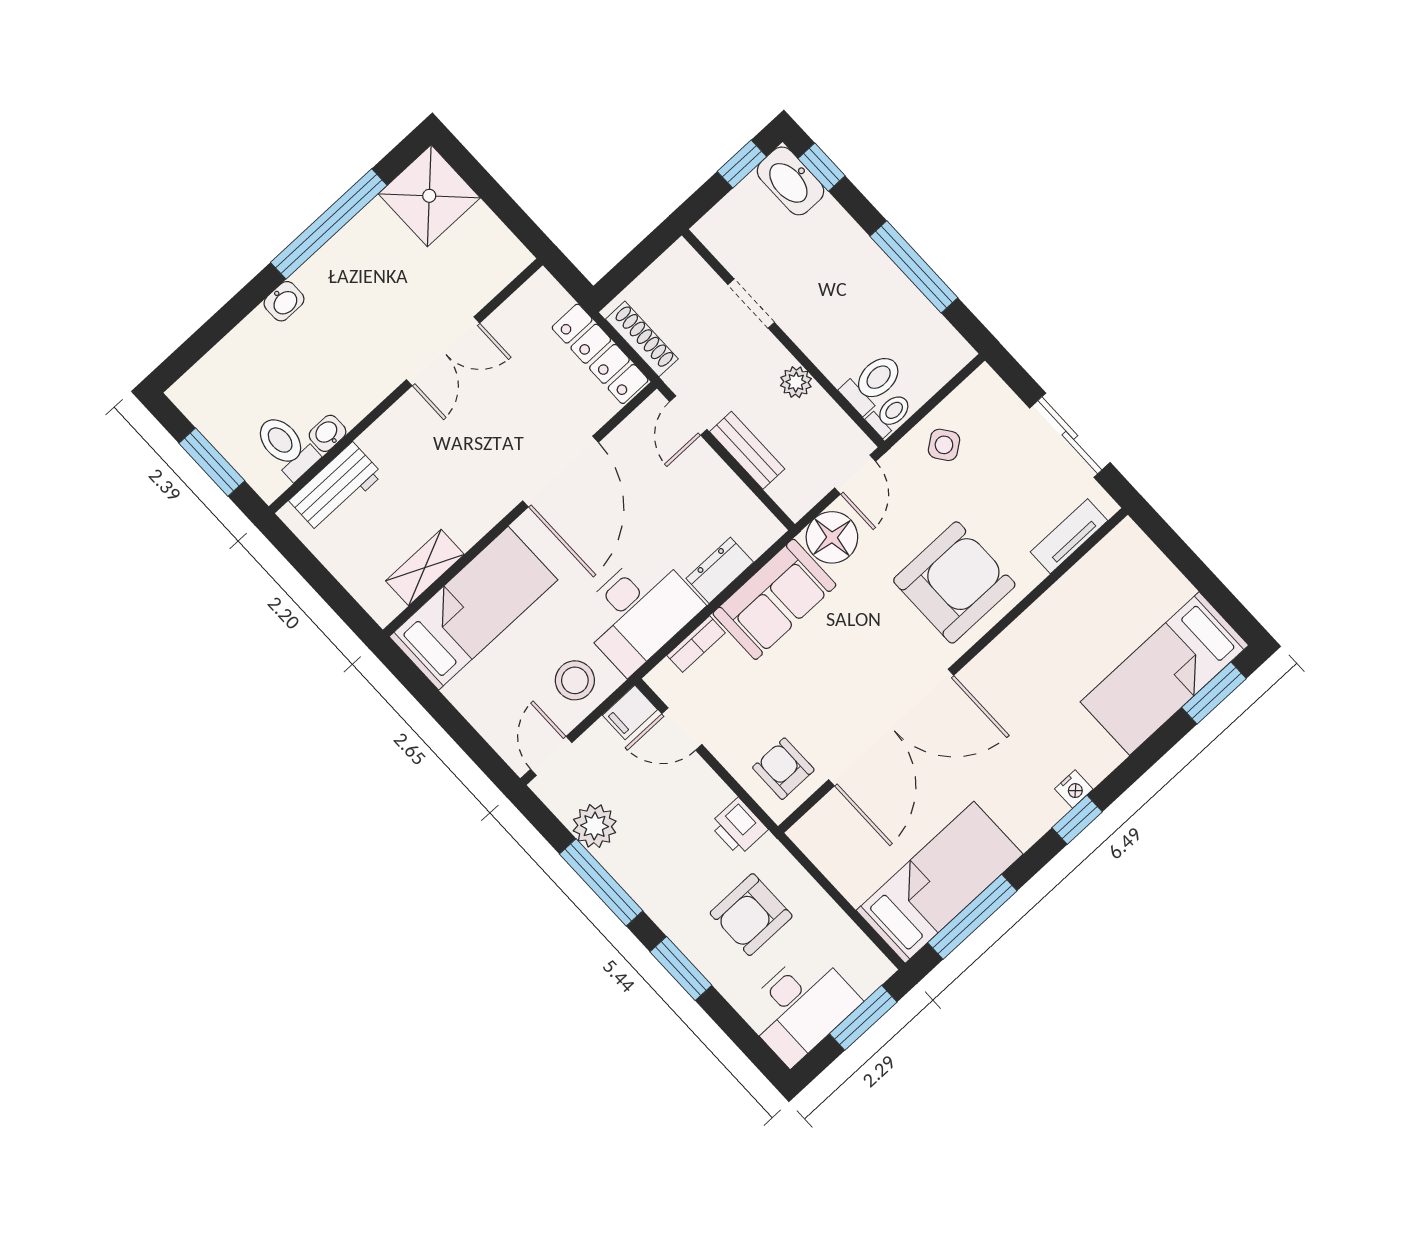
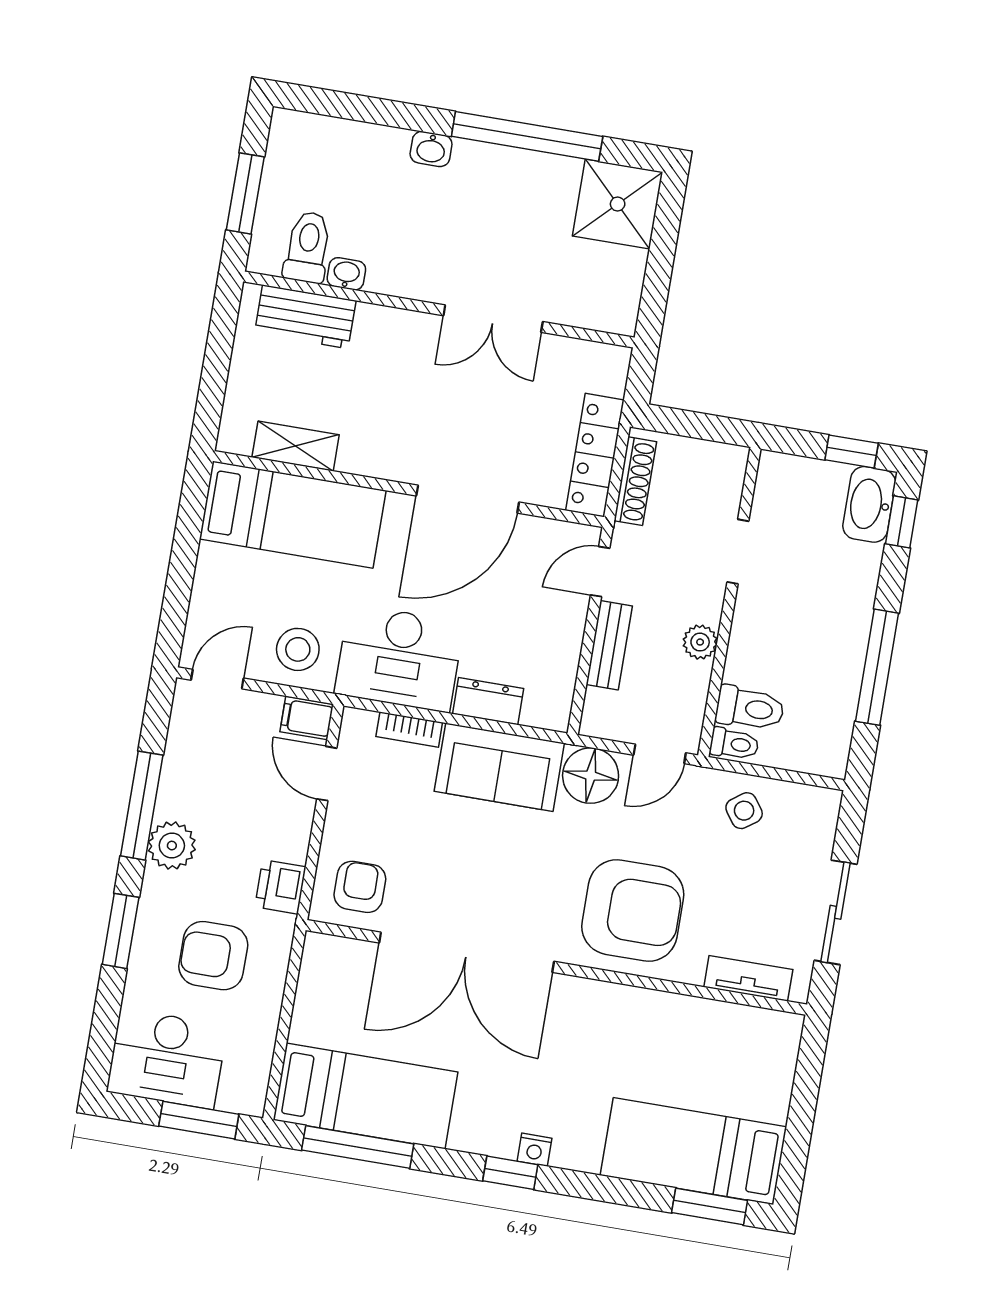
plant: (595, 826) -> (172, 846), moved

